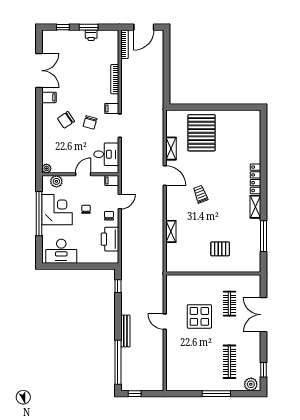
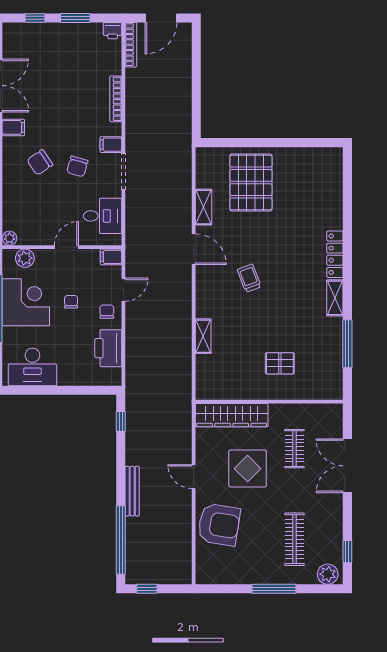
printer: (91, 35) -> (113, 31), moved
wardrobe: (189, 282) -> (232, 415), added
armchair: (181, 352) -> (219, 525), added

